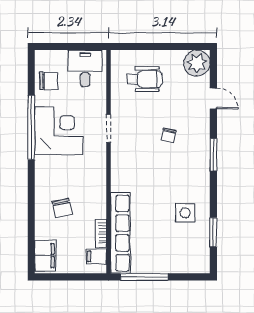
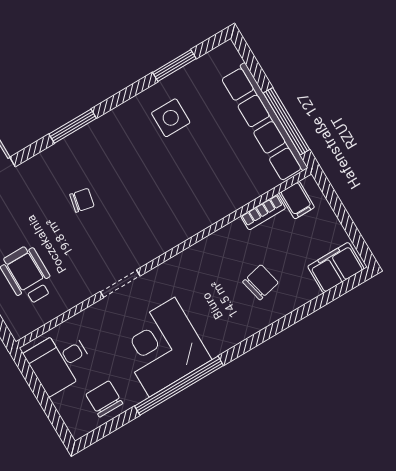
row of seats: (120, 233) -> (264, 123), moved, turned -90

